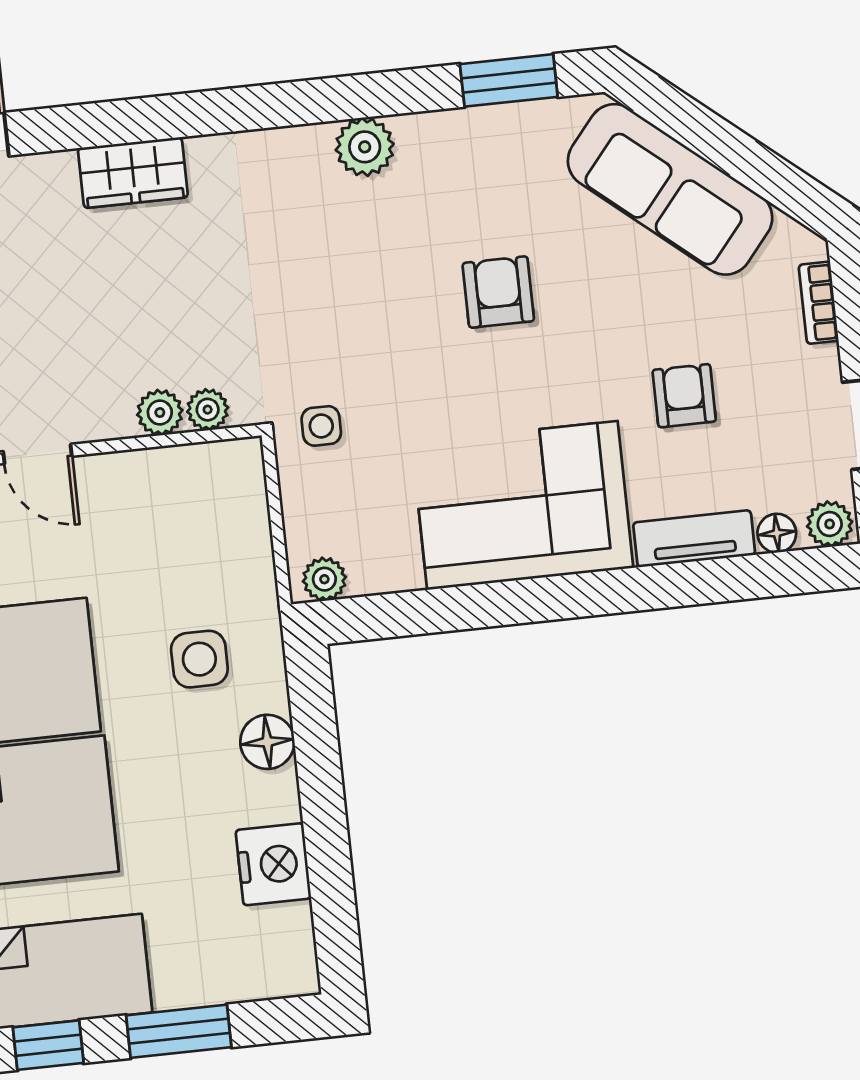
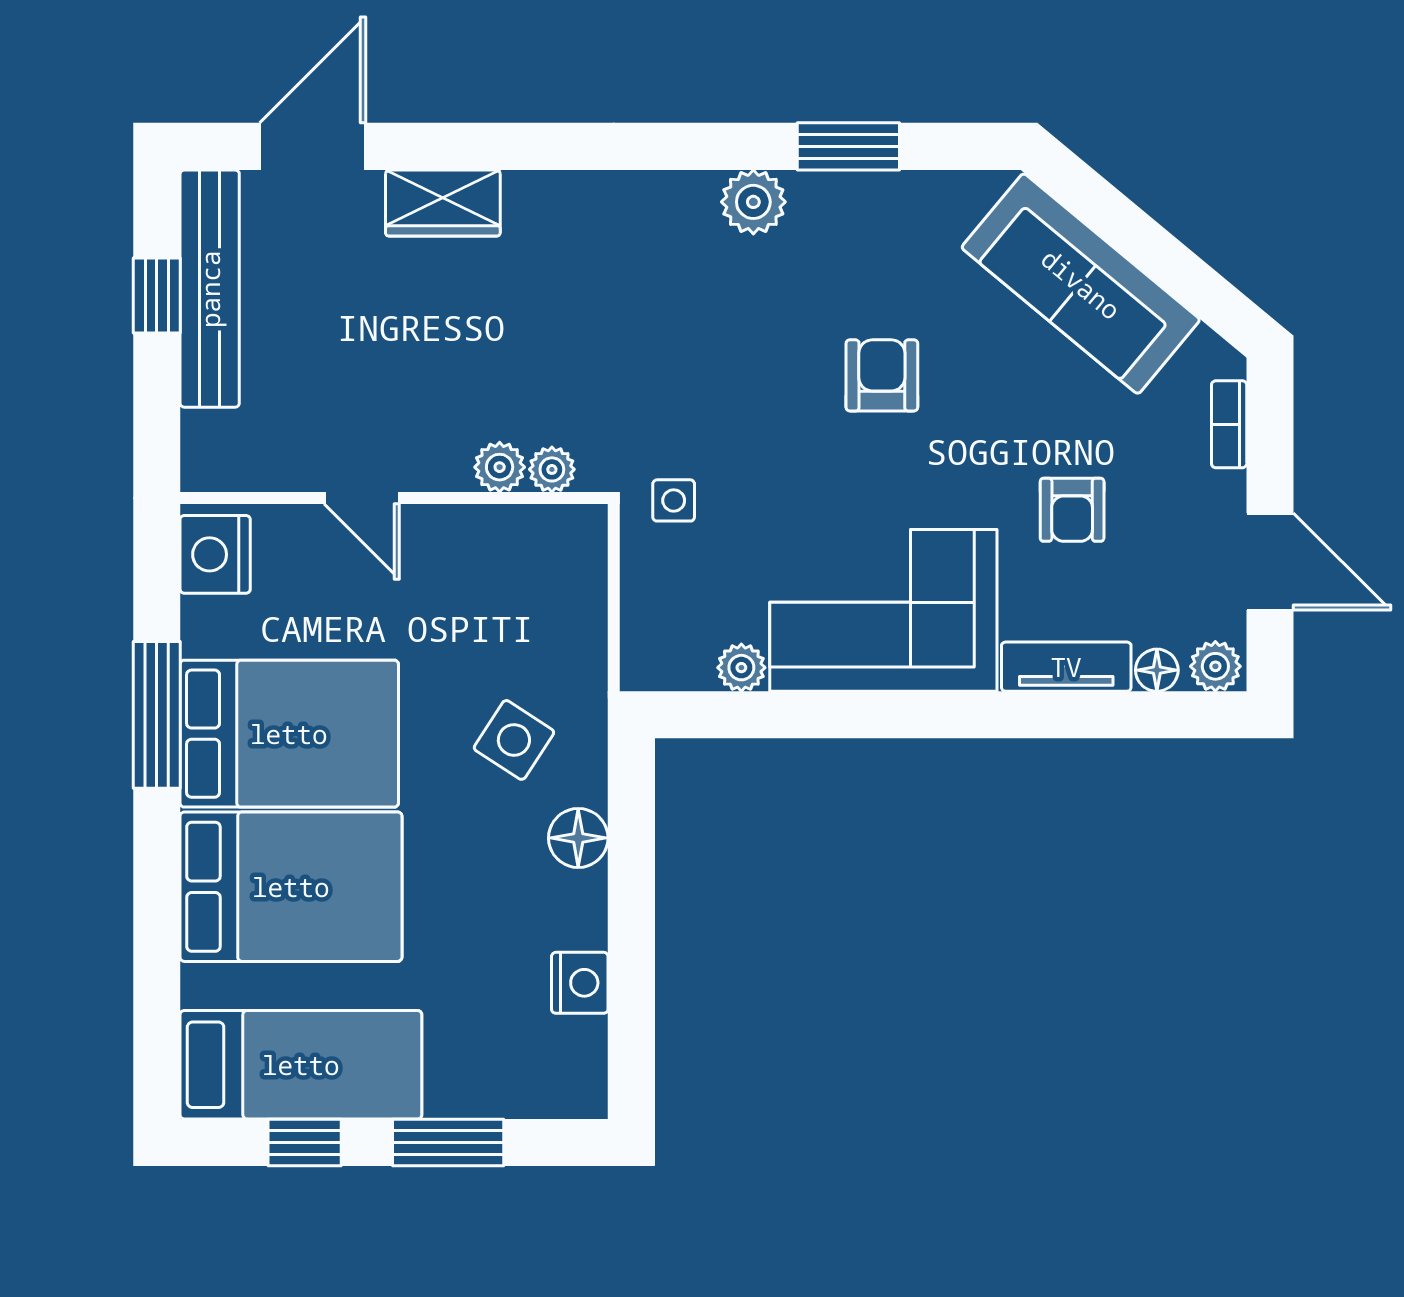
window: (509, 80) -> (848, 146), moved
wardrobe: (133, 173) -> (443, 203), moved
armchair: (684, 396) -> (1072, 510), turned 180
plant: (324, 579) -> (741, 668), moved
side table: (199, 659) -> (514, 740), turned 33
nightstand: (273, 864) -> (580, 983), width x0.74, depth x0.75

